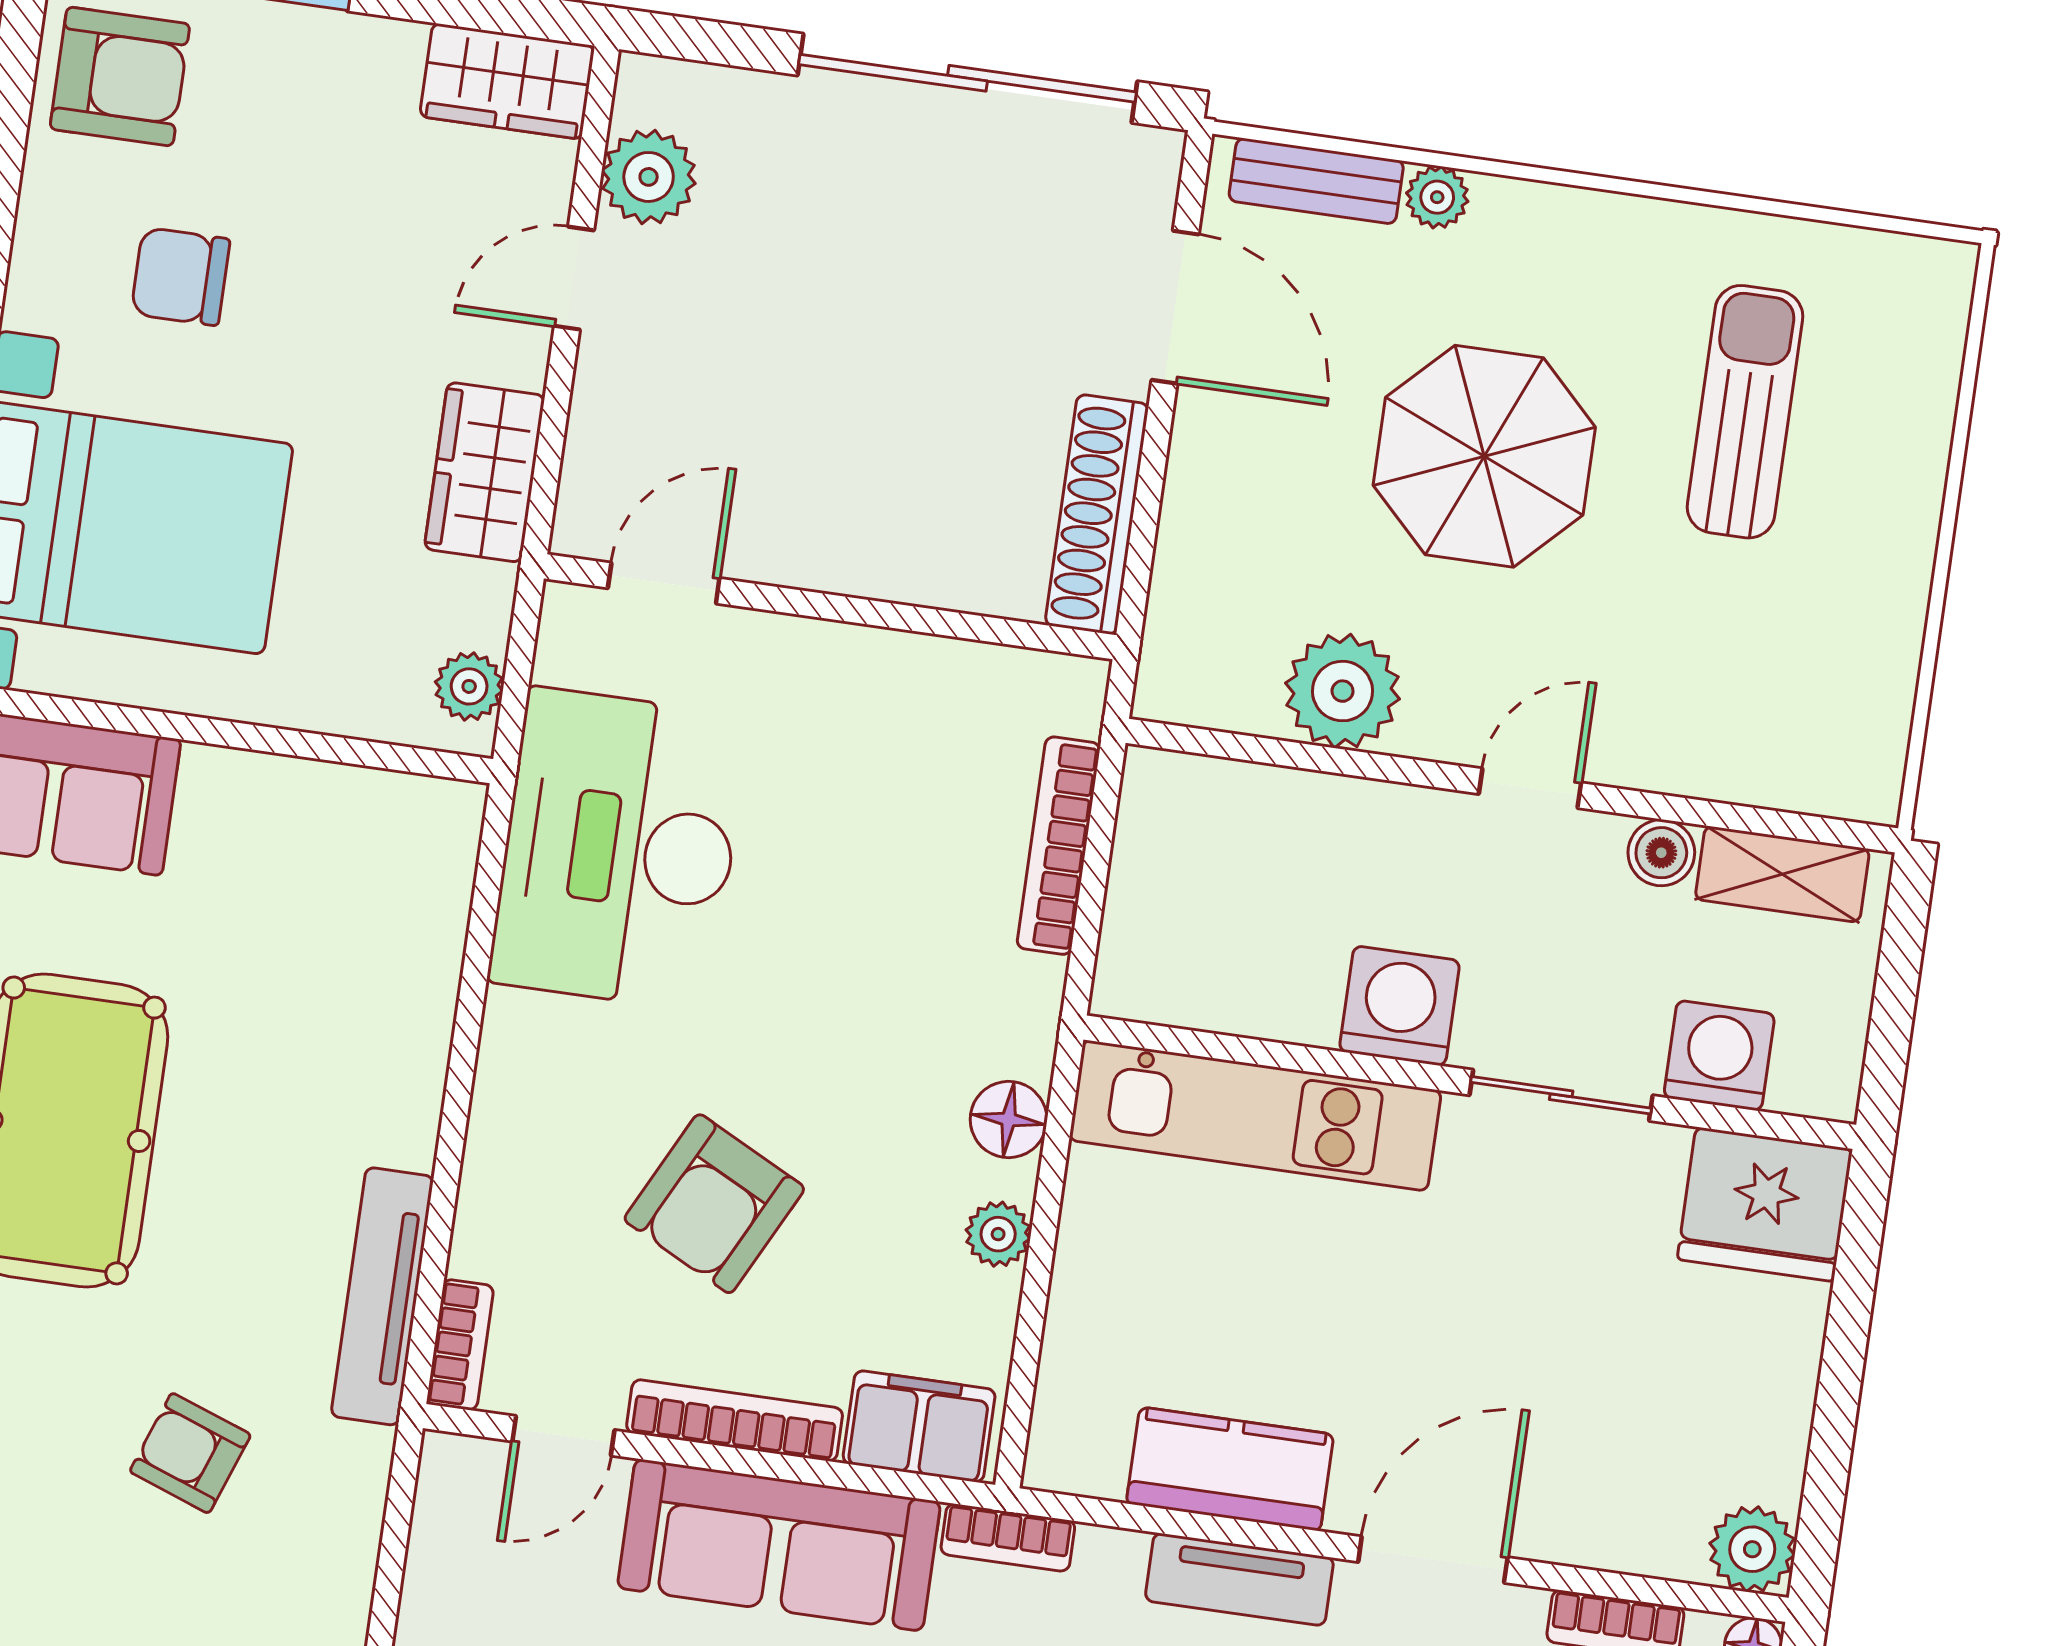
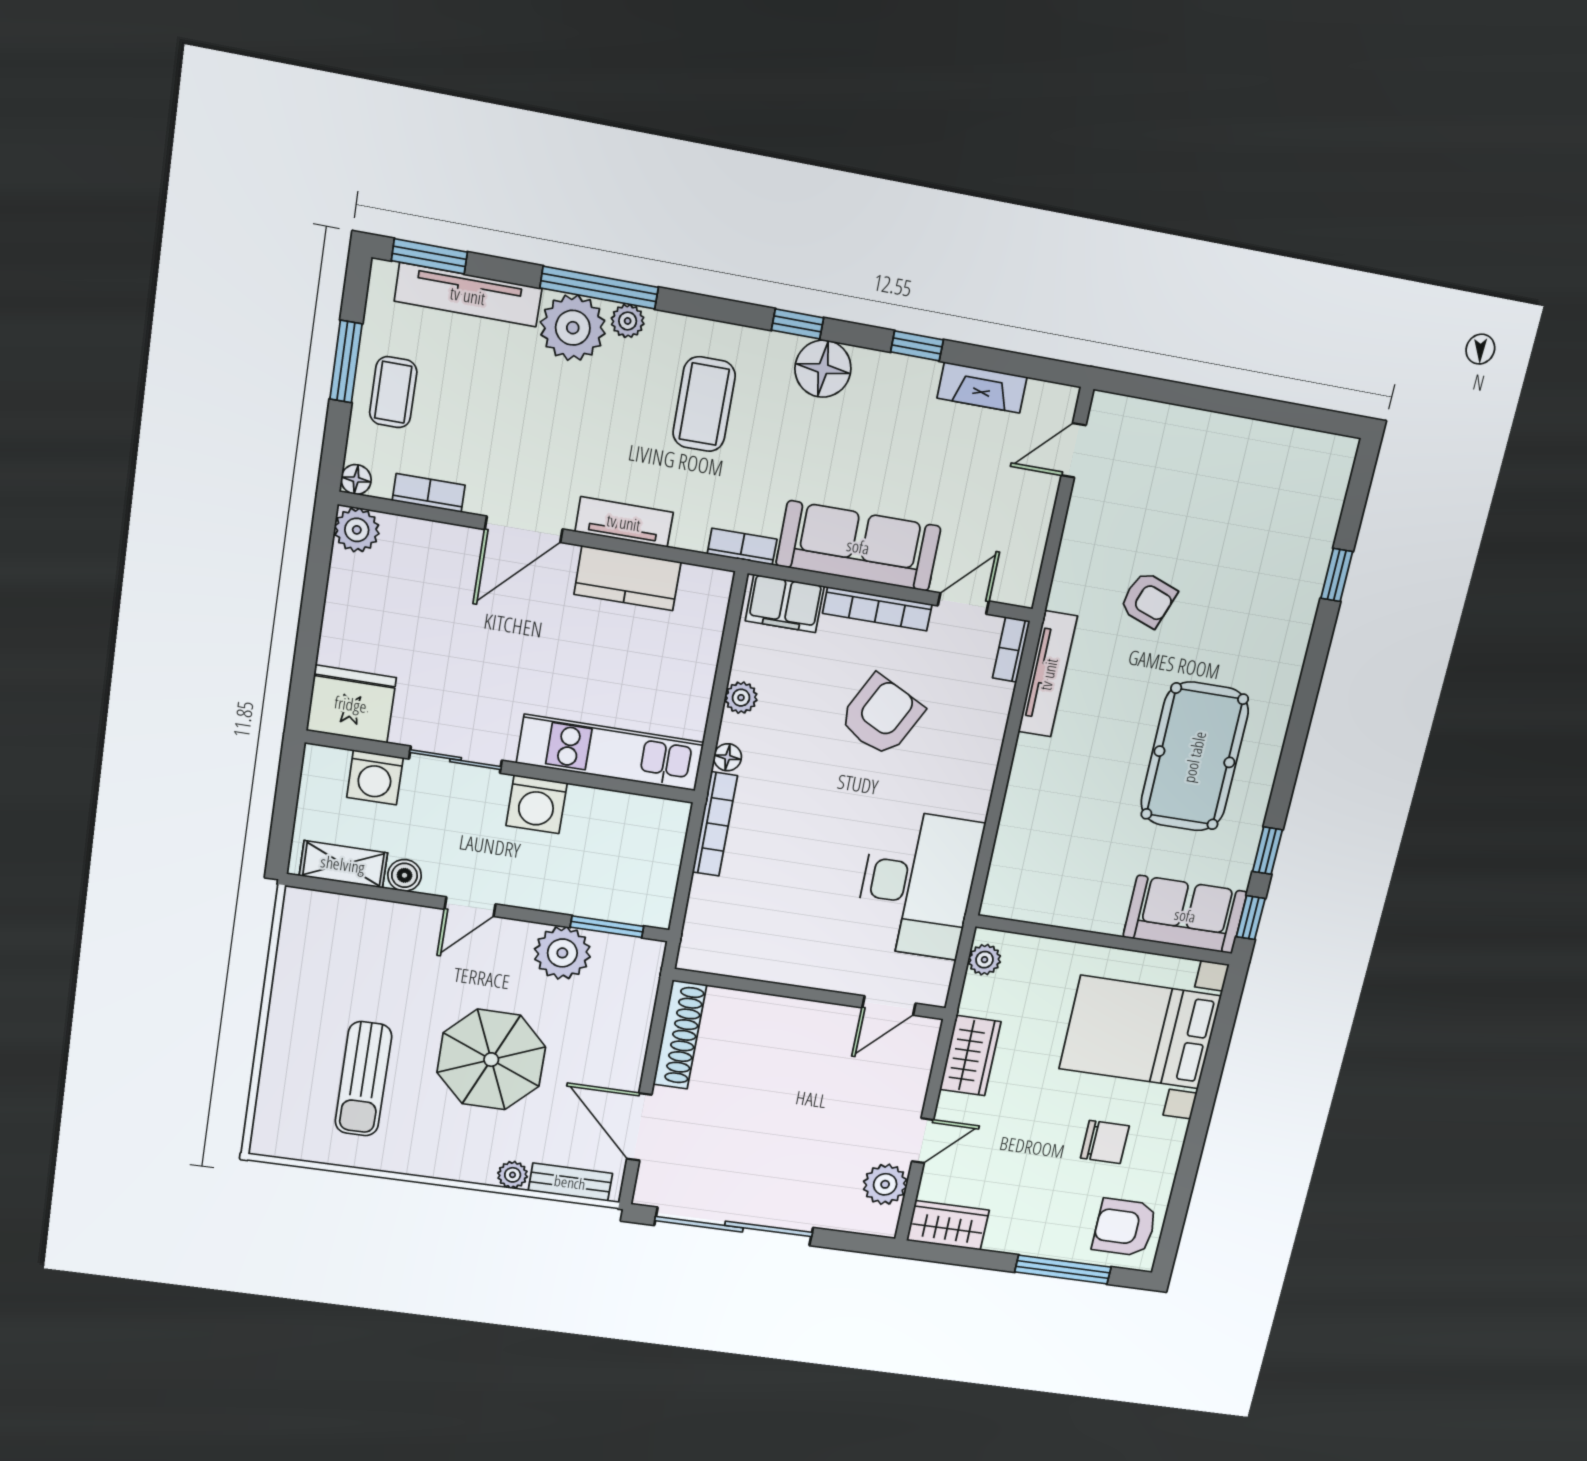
window: (1253, 749) -> (607, 927), added
bookcase: (1059, 846) -> (715, 824), moved
floor lamp: (1009, 1120) -> (728, 757), width x0.73, depth x0.73

